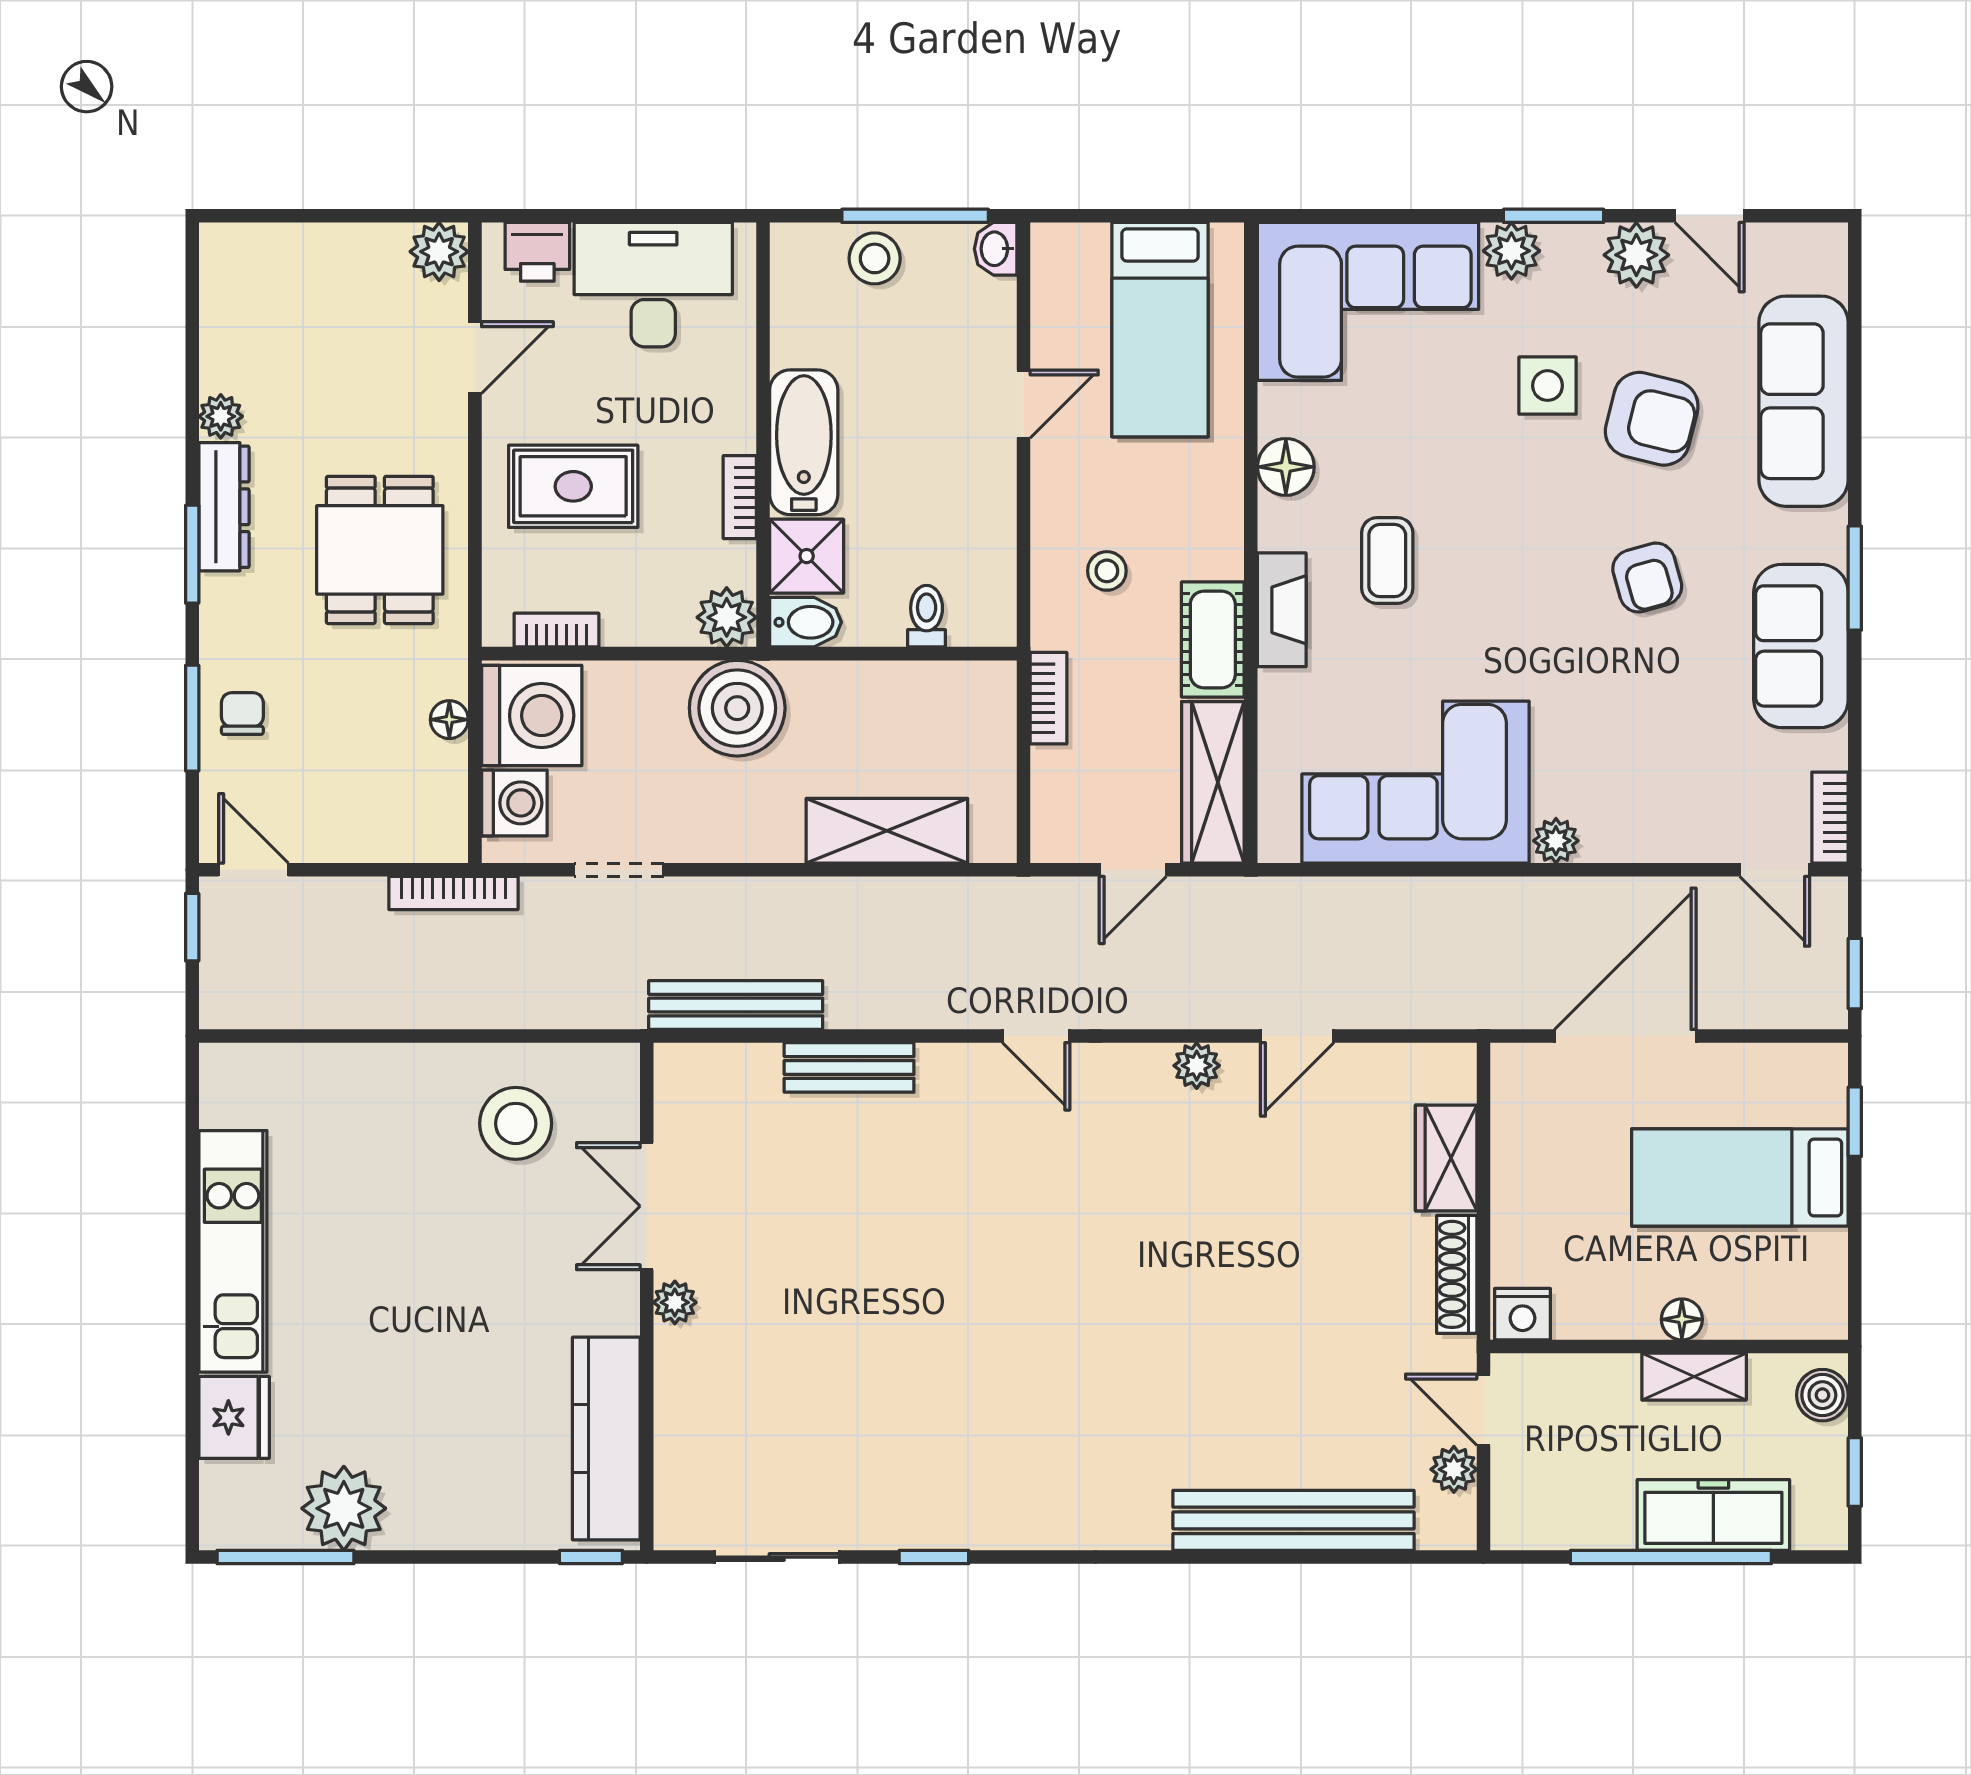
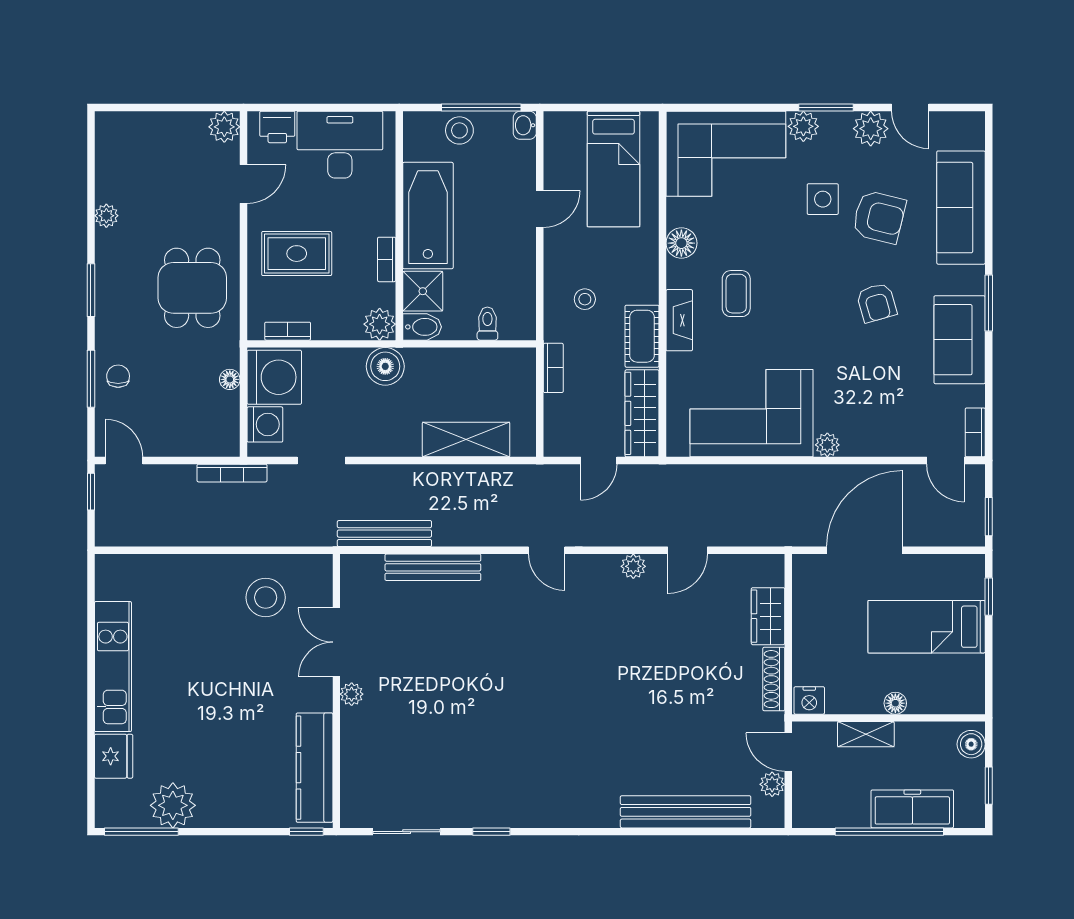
bathtub: (804, 442) -> (428, 216), width x1.36, depth x1.36
dresser: (224, 507) -> (108, 265), removed
boiler: (737, 708) -> (385, 366), width x0.73, depth x0.73
bench: (849, 1067) -> (433, 567), width x1.36
shelving: (1694, 1377) -> (866, 734), moved

